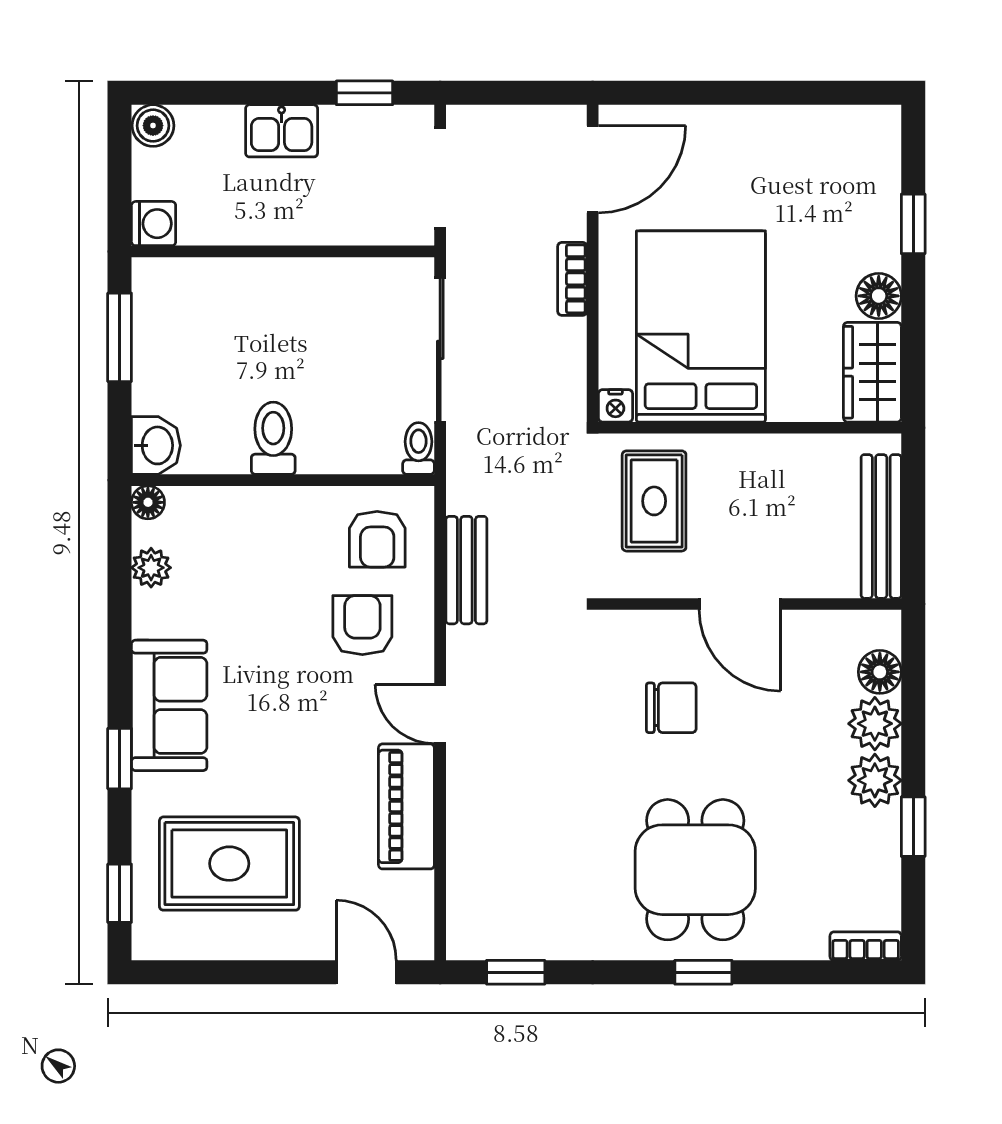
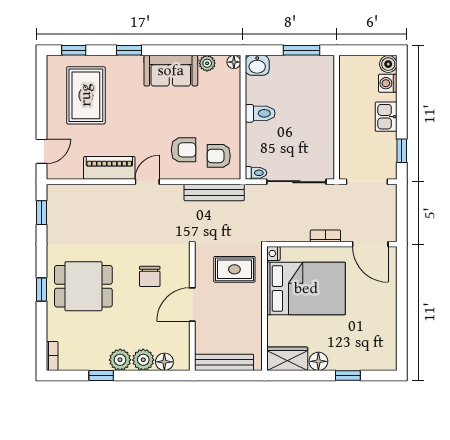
washing machine: (154, 224) -> (388, 83), moved, turned 90
bench: (466, 570) -> (214, 192), width x1.36
sofa: (169, 705) -> (171, 71), moved

